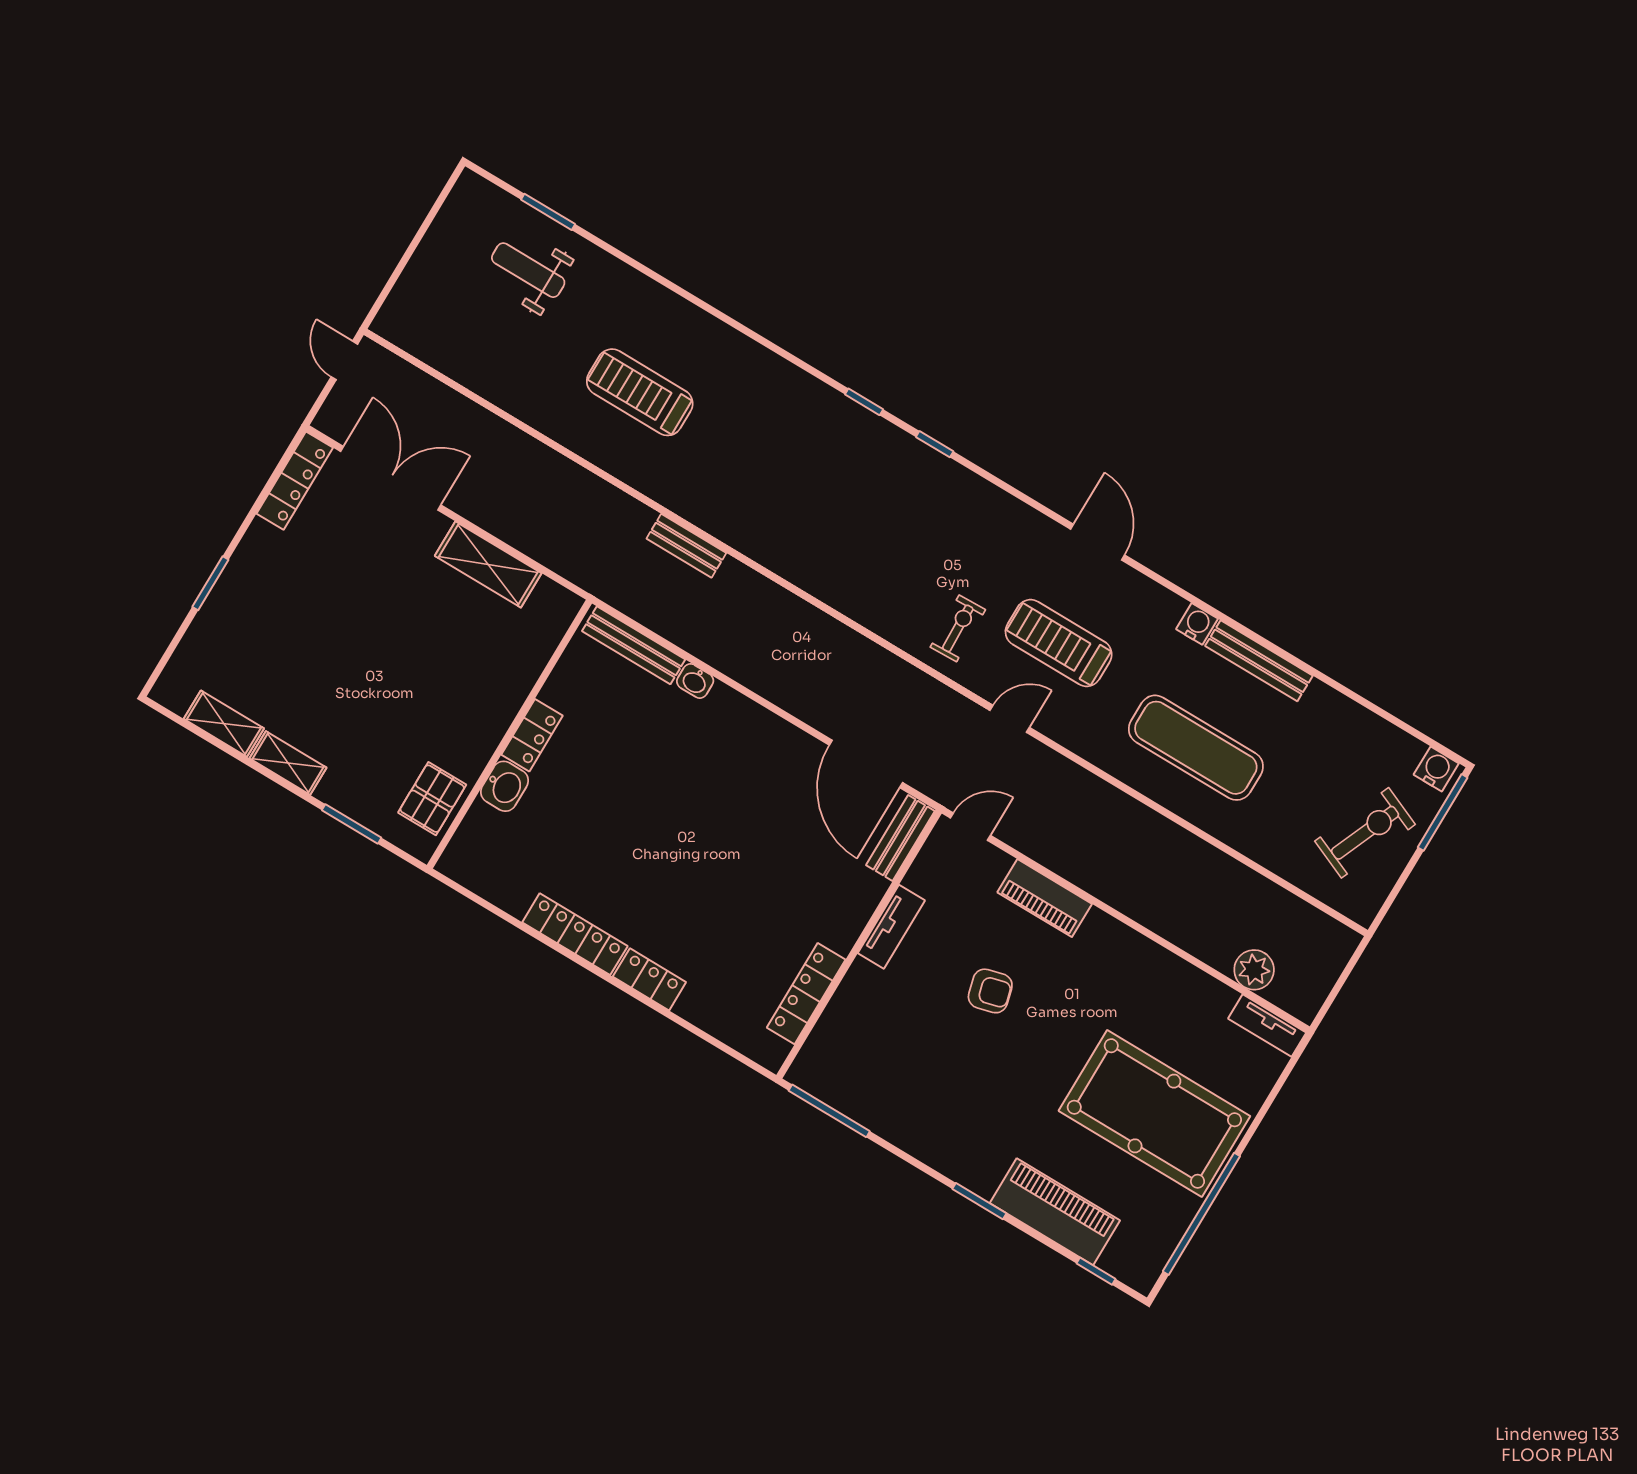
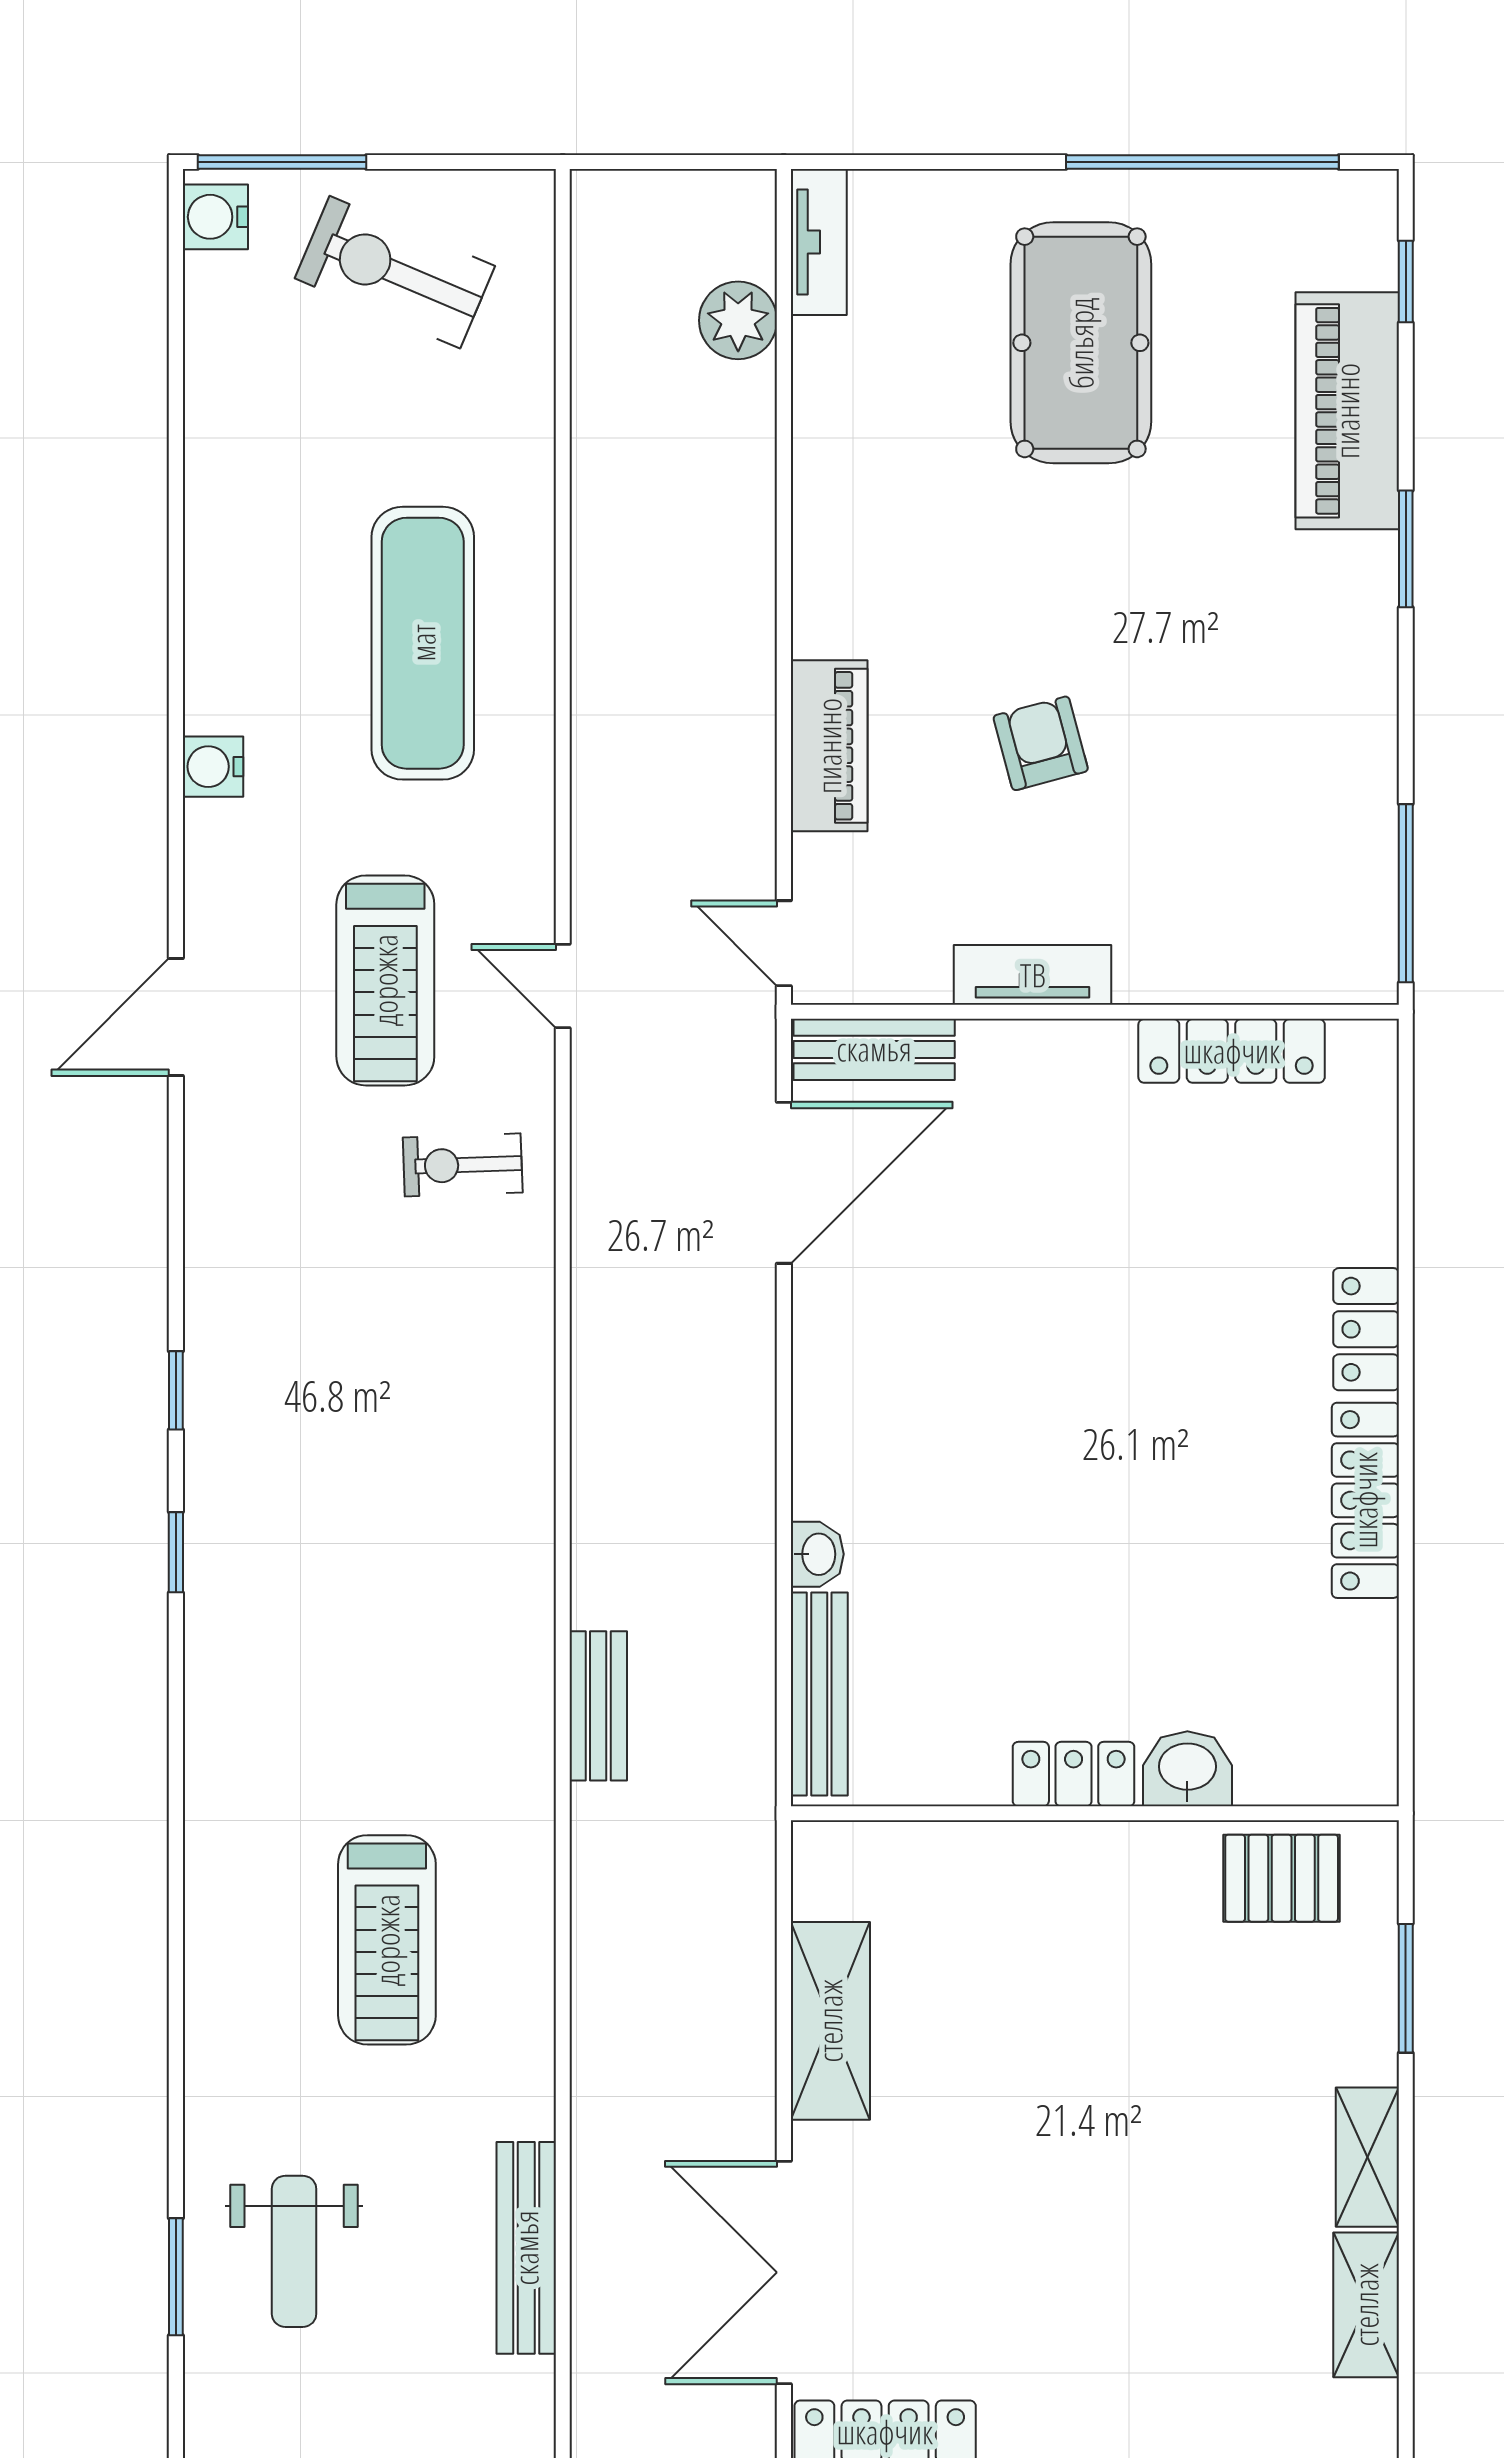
bench: (1259, 661) -> (526, 2248), moved
pool table: (1154, 1113) -> (1081, 343), width x0.73, depth x0.76

